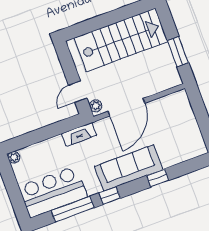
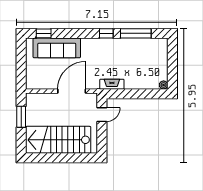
plant: (96, 106) -> (93, 100), removed
sofa: (129, 168) -> (57, 48), moved
window: (158, 178) -> (44, 33), moved
bar counter: (53, 192) -> (145, 51), removed

